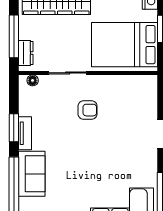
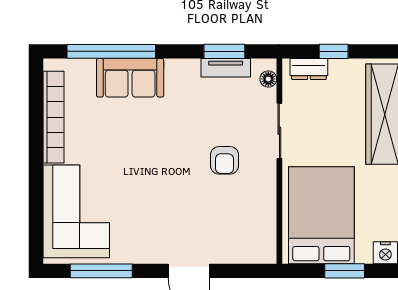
window: (14, 36) -> (334, 51), width x0.46
window: (14, 128) -> (224, 51), moved
tv unit: (25, 133) -> (226, 68), moved

